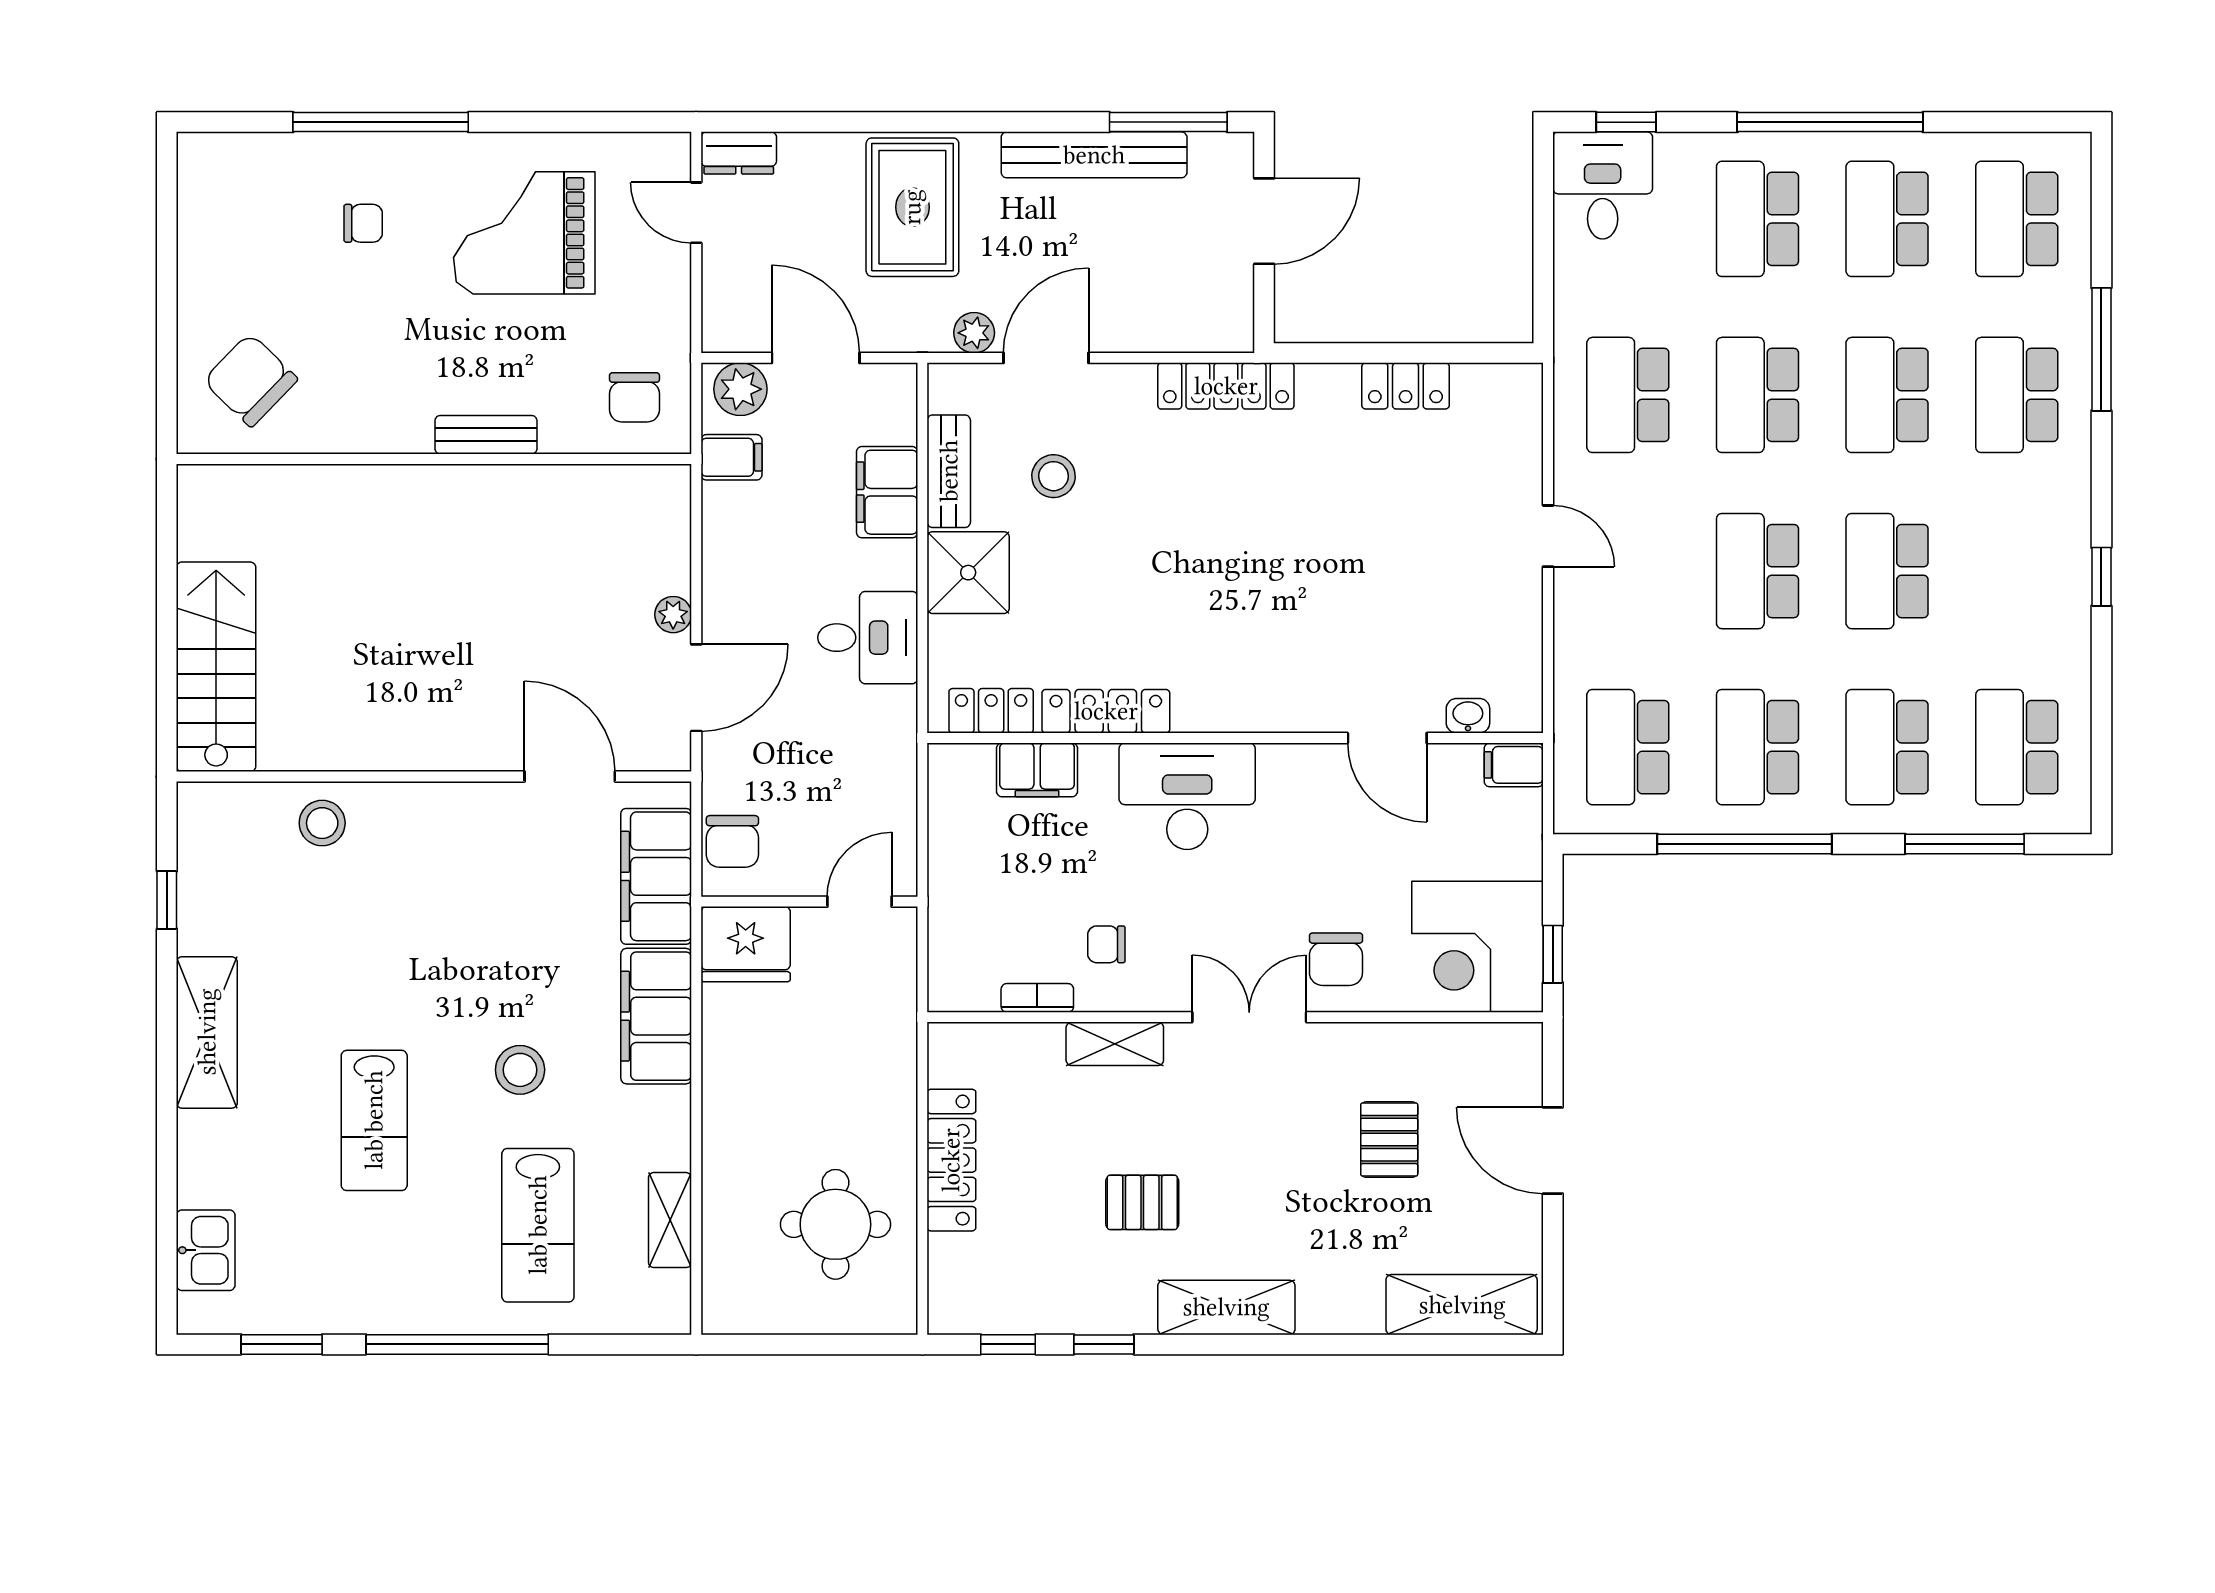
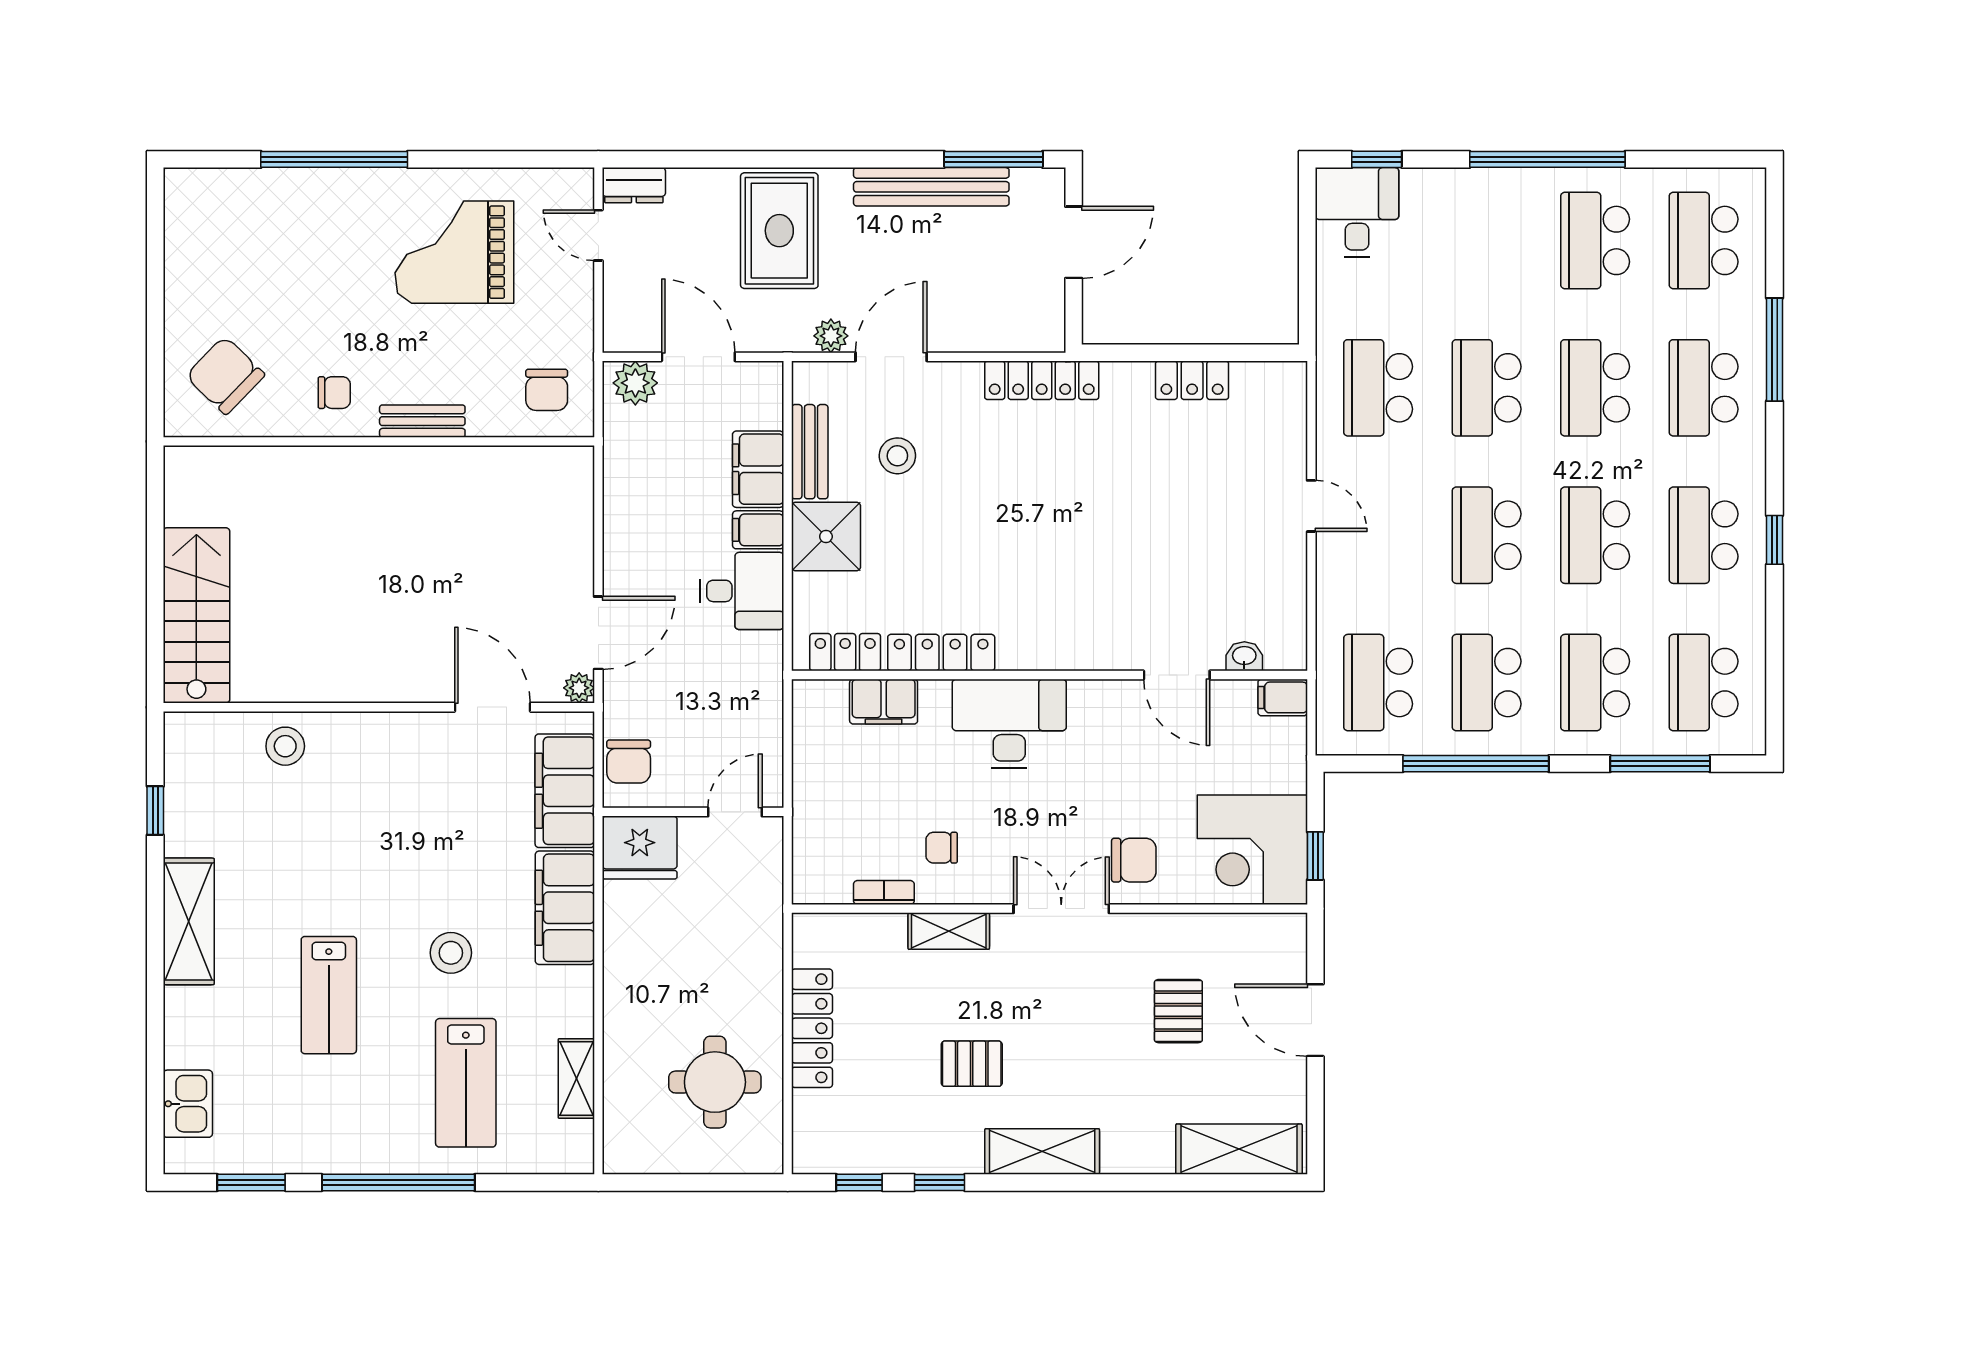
school desk: (1757, 219) -> (1704, 535), moved
chair: (363, 223) -> (334, 393), moved
filing cabinet: (731, 457) -> (758, 530), moved, turned 180
plant: (673, 615) -> (579, 688), moved
chair: (1336, 959) -> (1134, 860), turned -90

